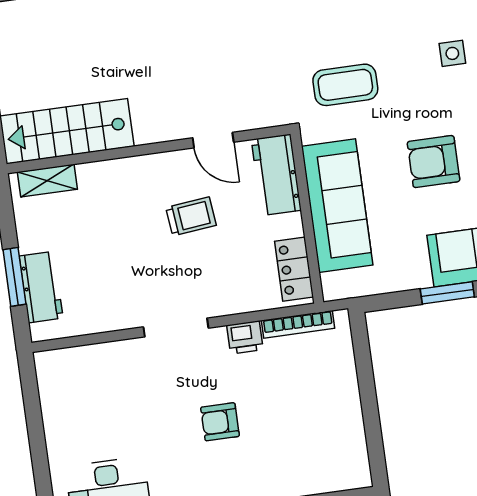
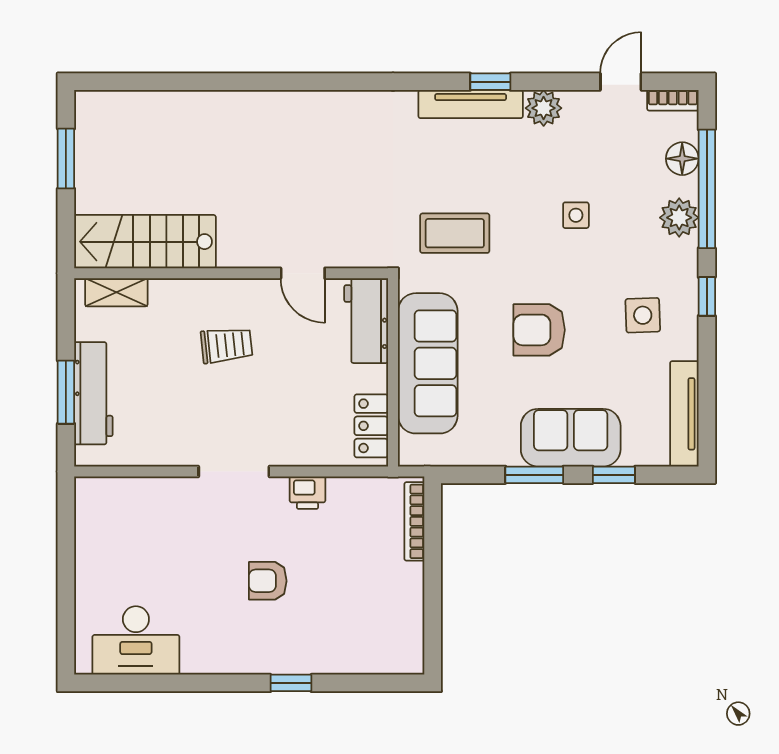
trolley: (191, 216) -> (227, 345), moved
workbench: (41, 287) -> (93, 393), width x1.38
bookcase: (298, 324) -> (414, 521), moved, turned 90

